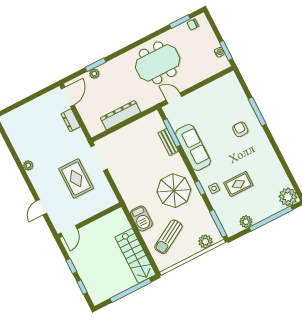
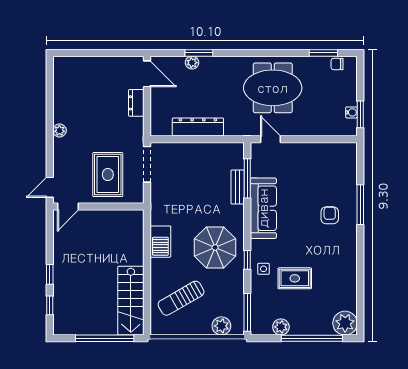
door: (68, 97) -> (147, 74), hinge flipped
barbecue: (141, 218) -> (160, 242), moved
wall: (89, 220) -> (98, 207), moved
door: (69, 231) -> (68, 207), moved

